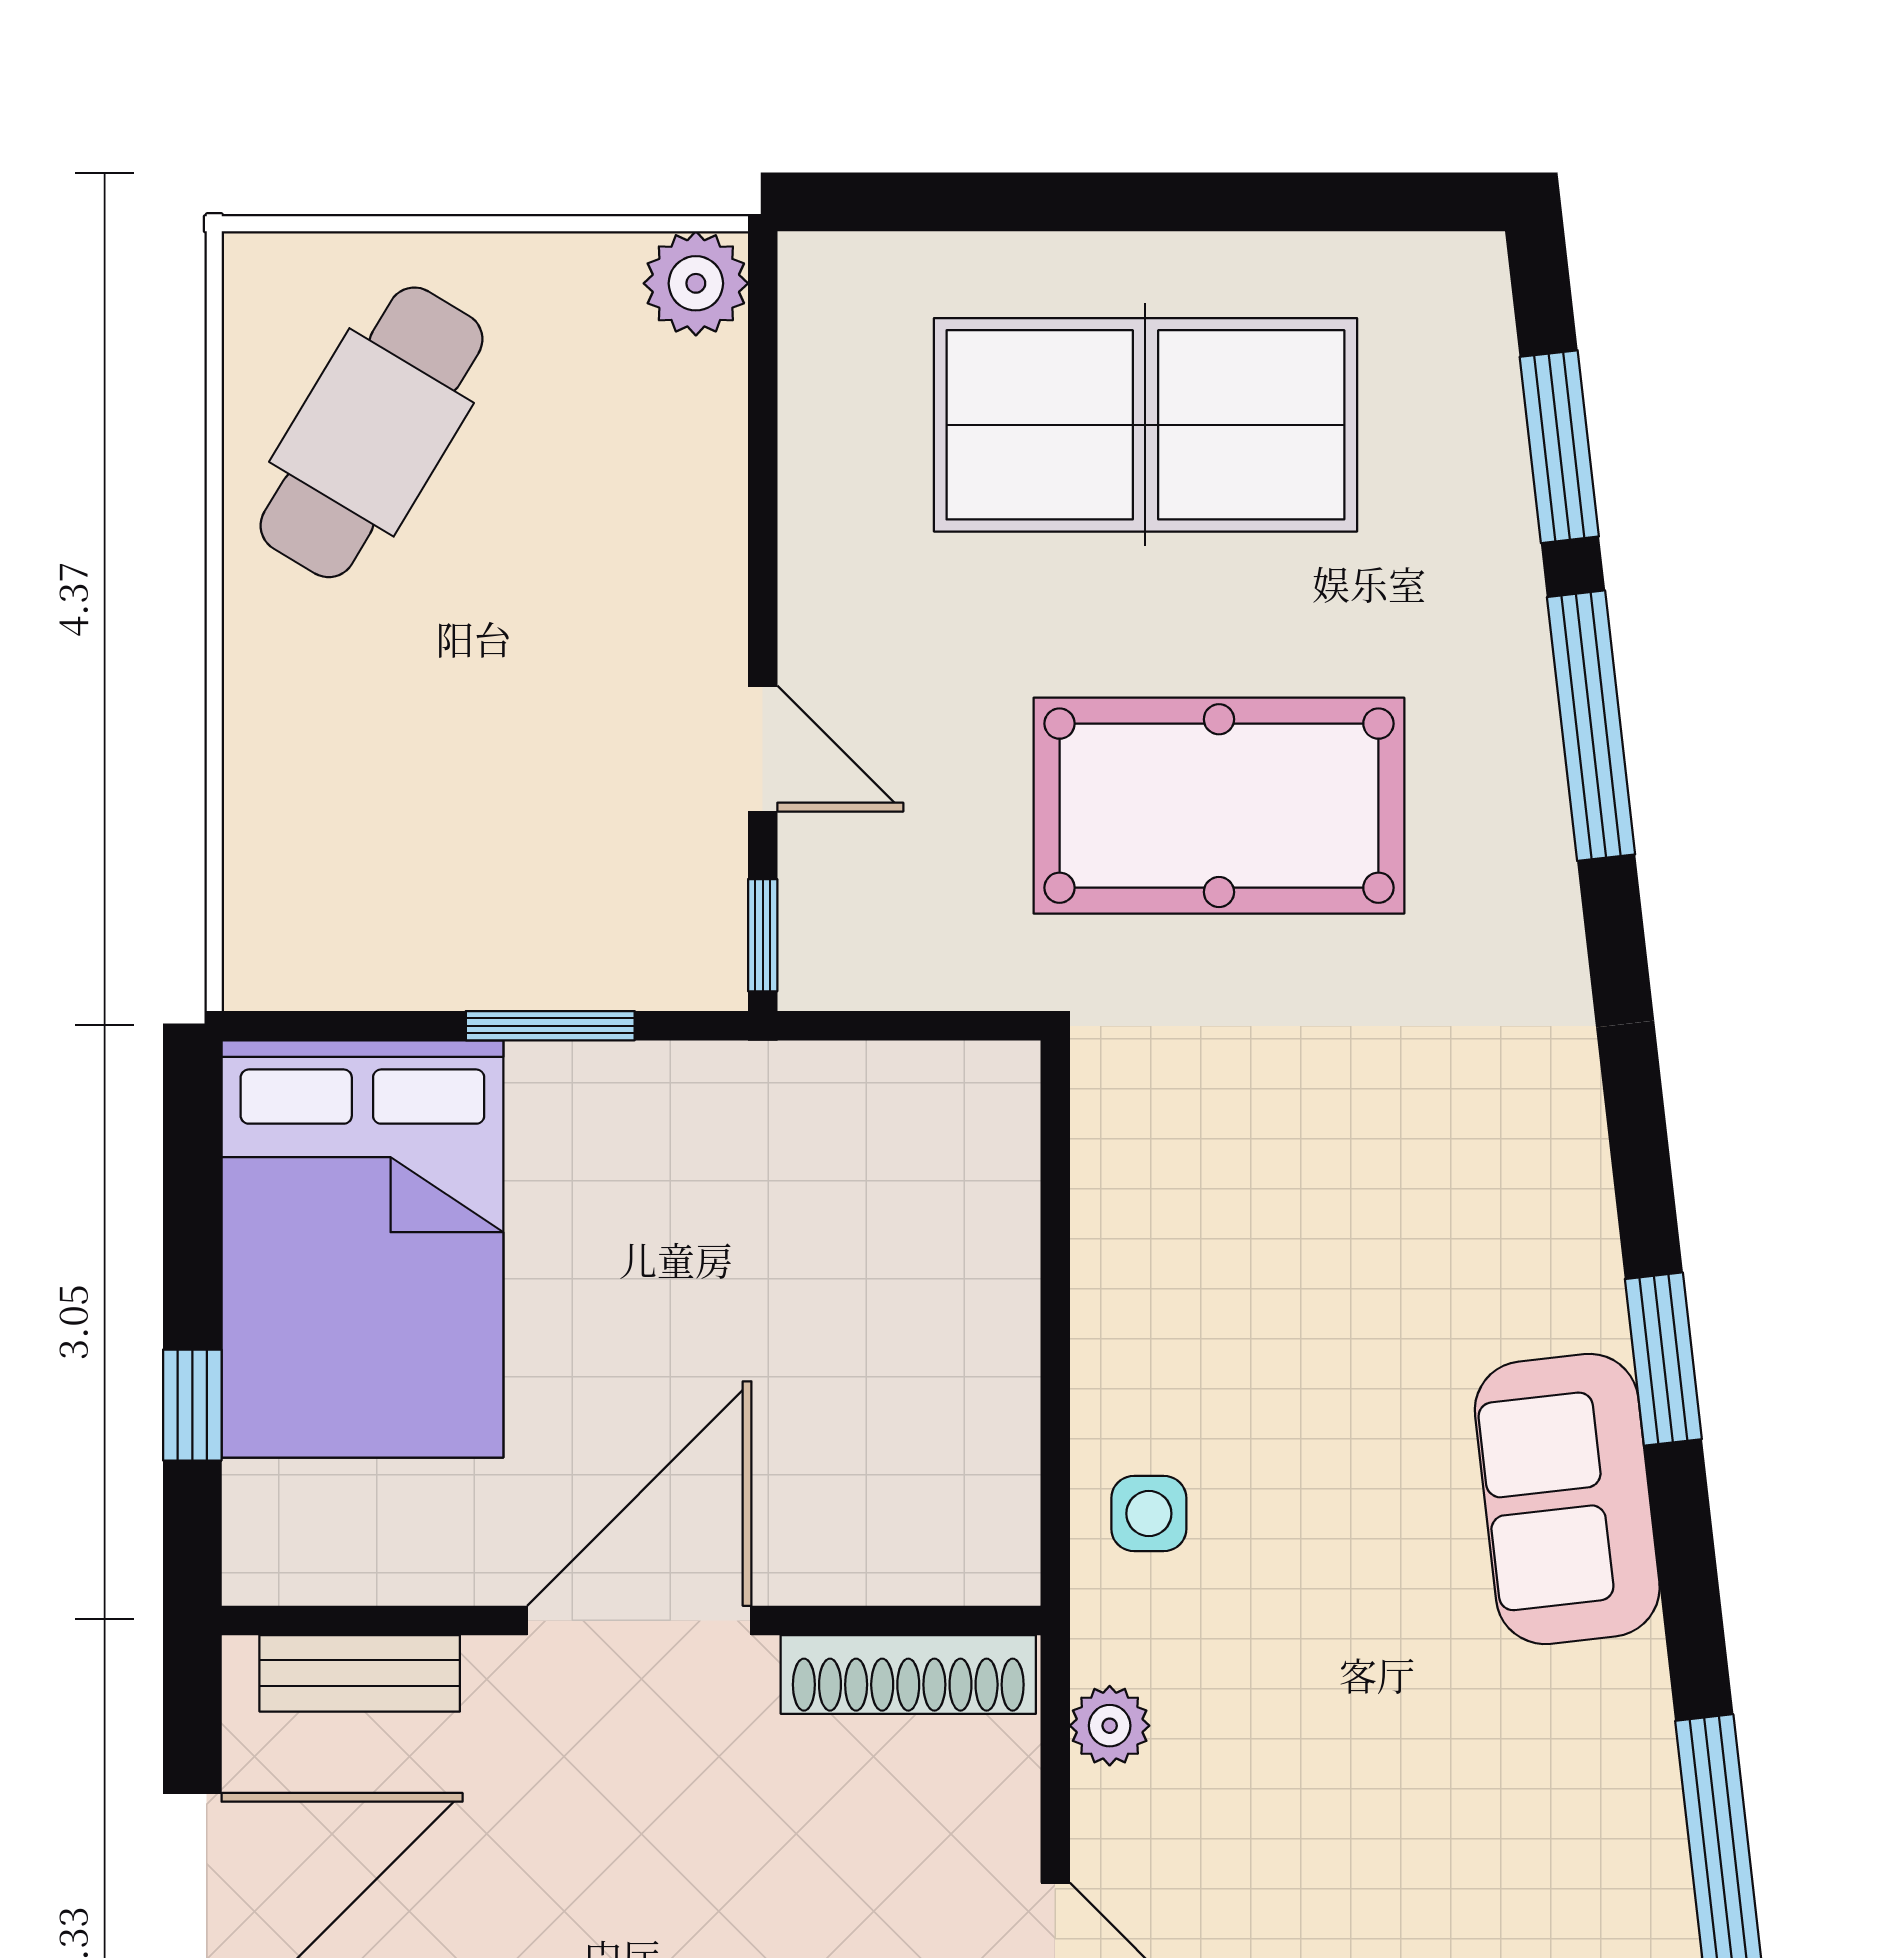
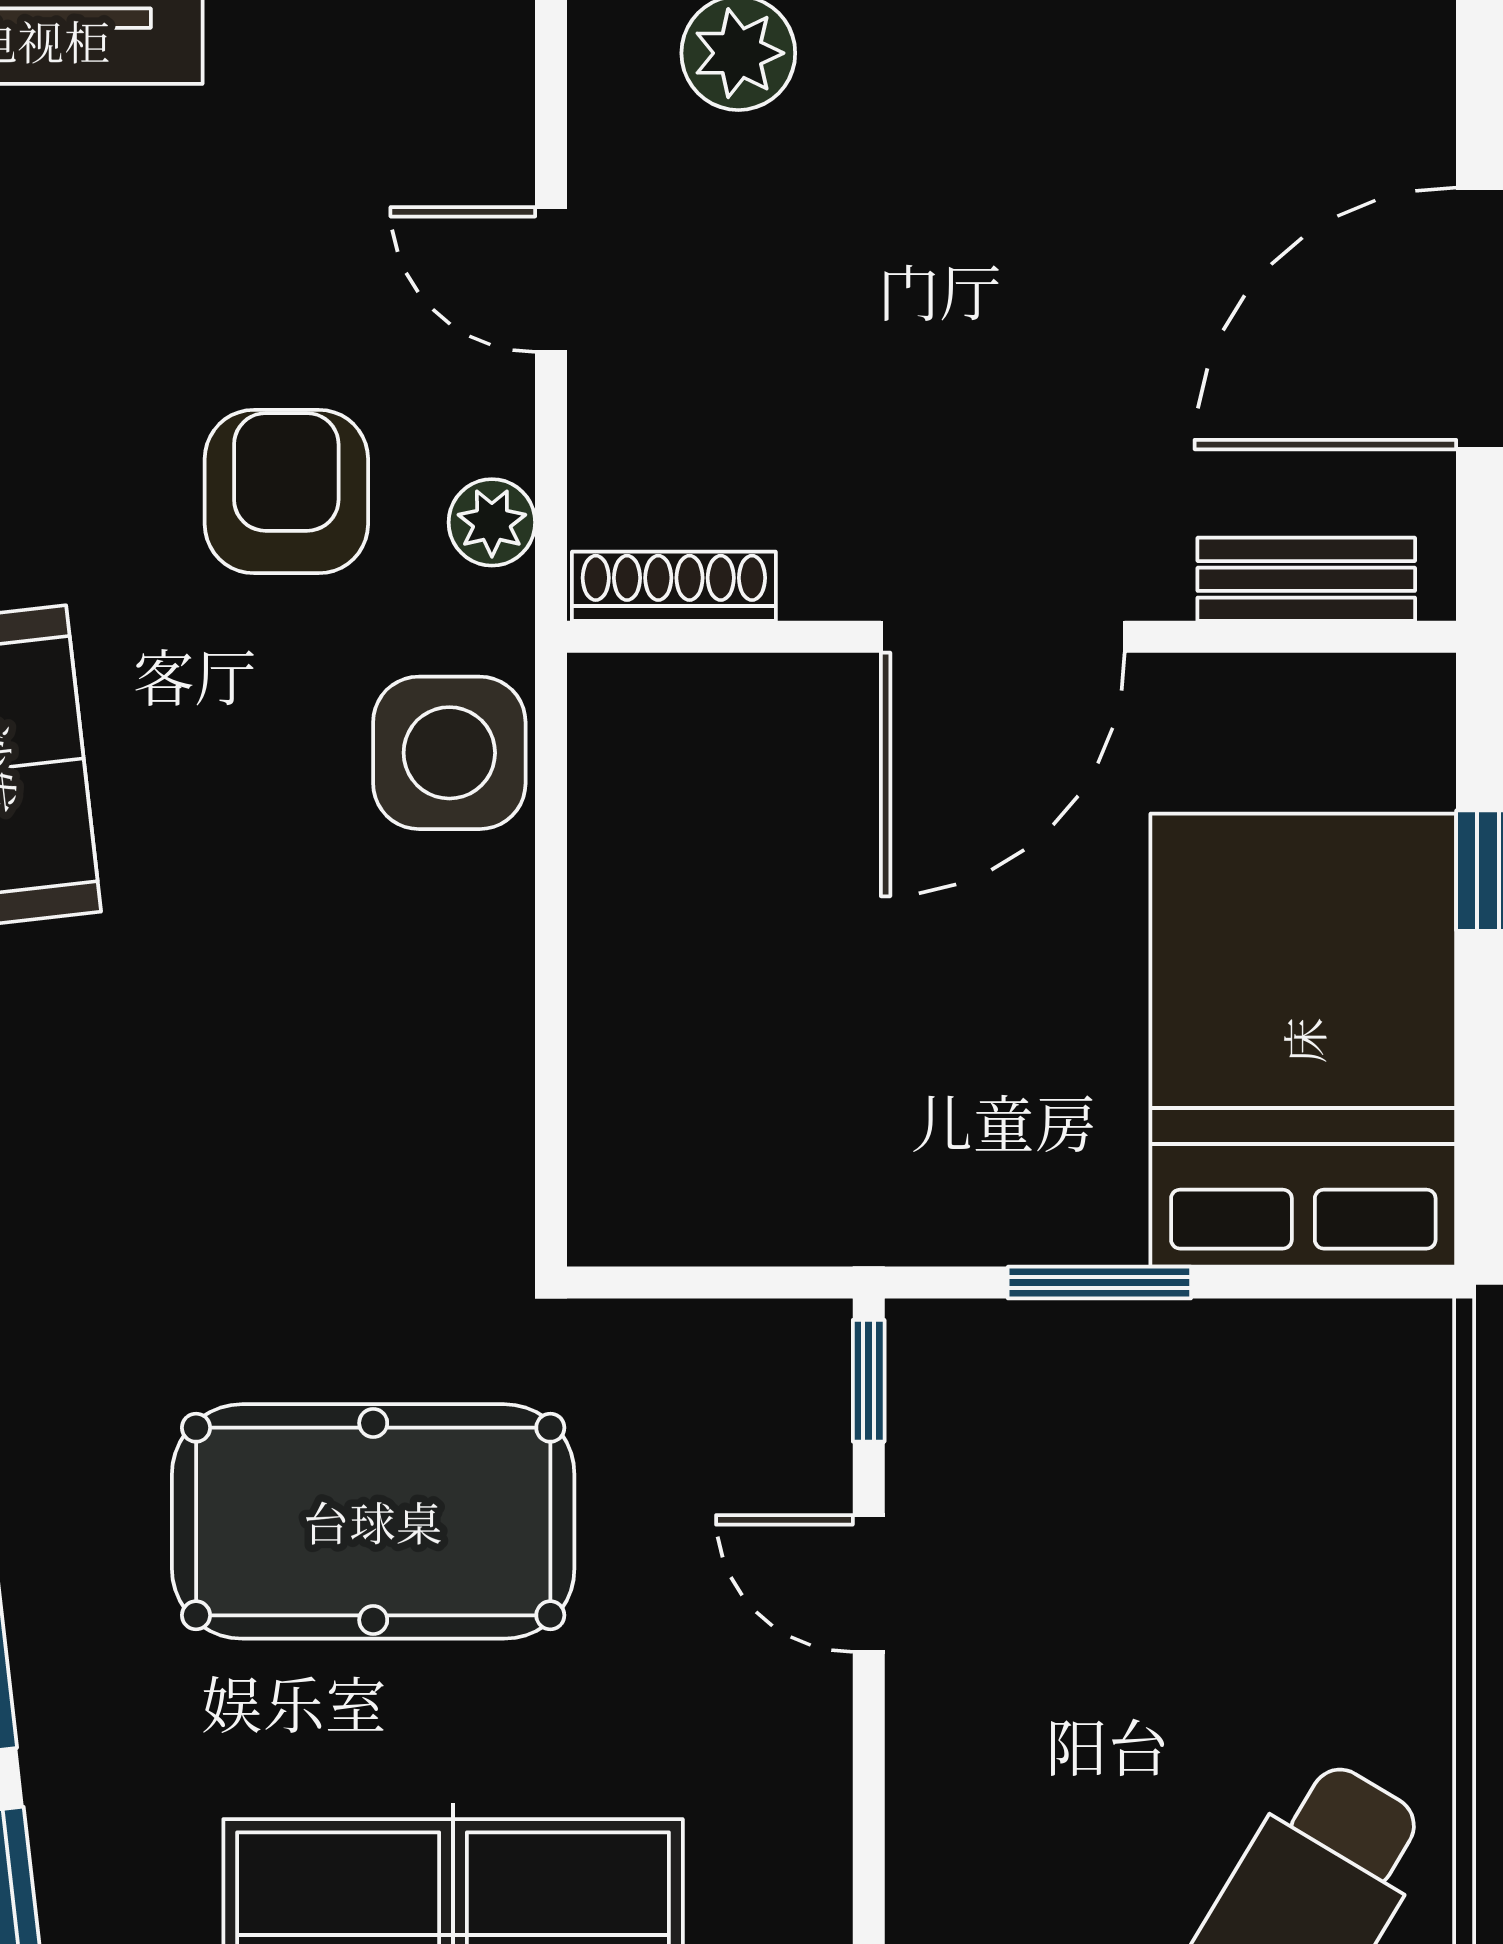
side table: (1149, 1514) -> (449, 753), width x1.87, depth x1.87
shoe rack: (908, 1674) -> (674, 586), width x0.74, depth x0.81
armchair: (1299, 1754) -> (286, 492), added

